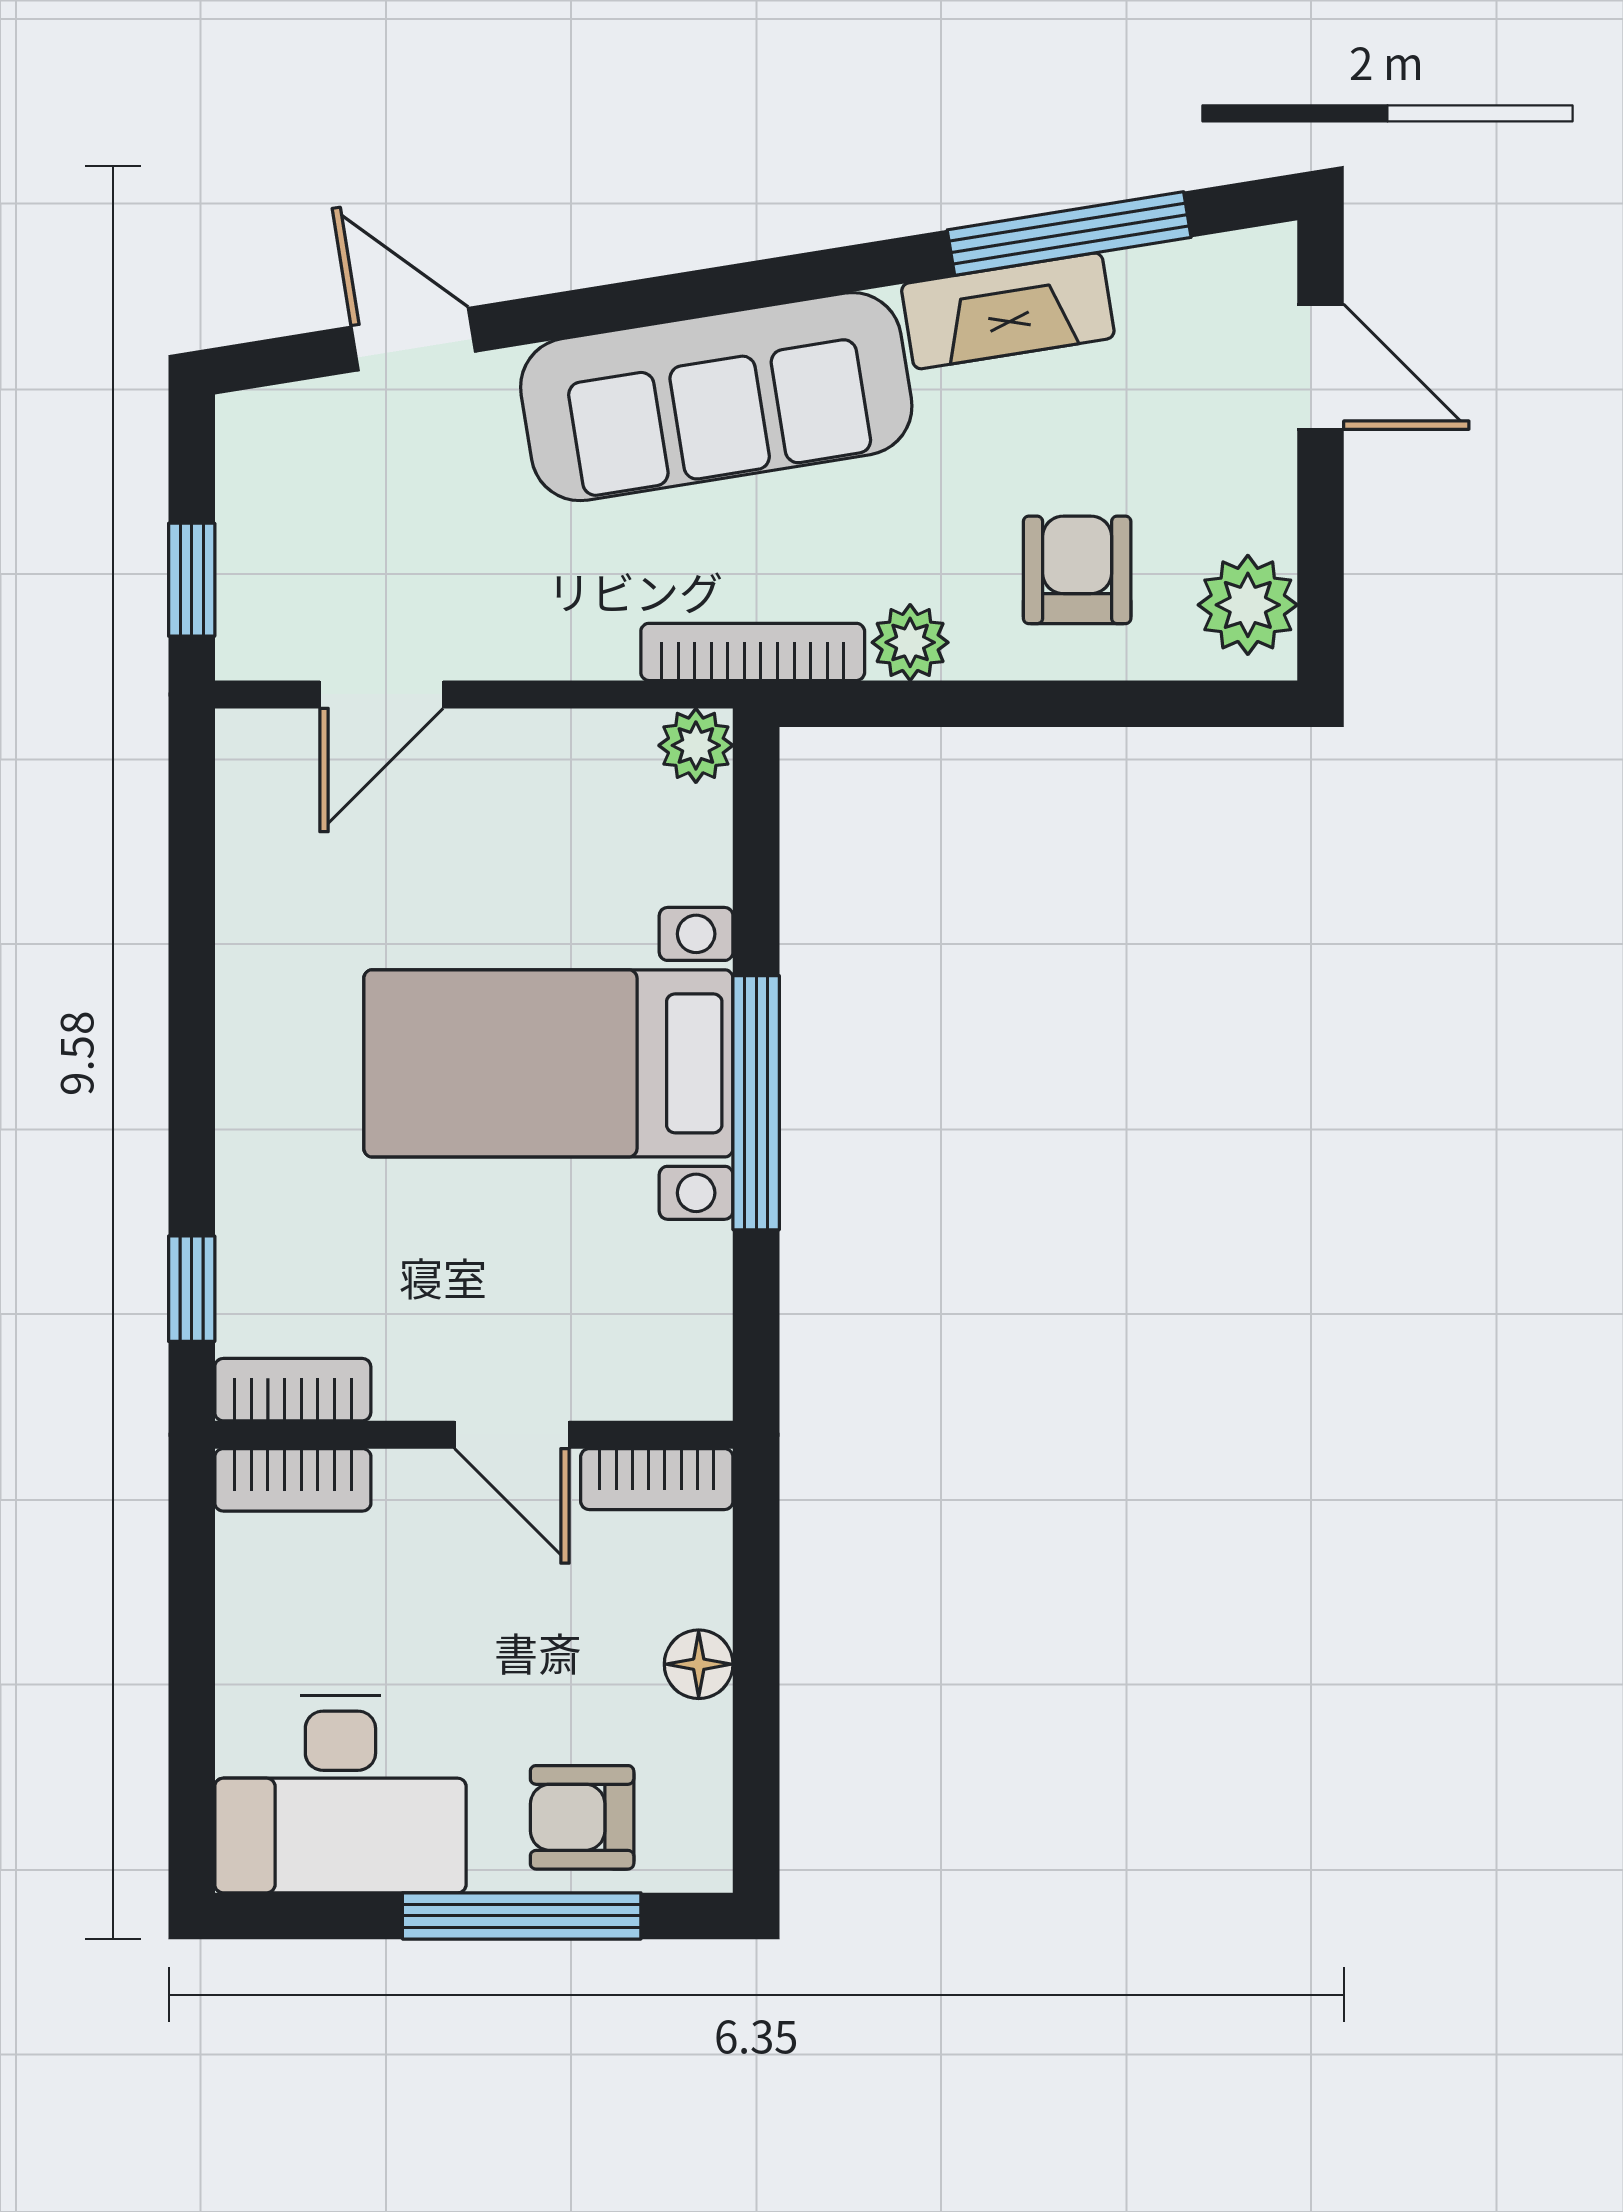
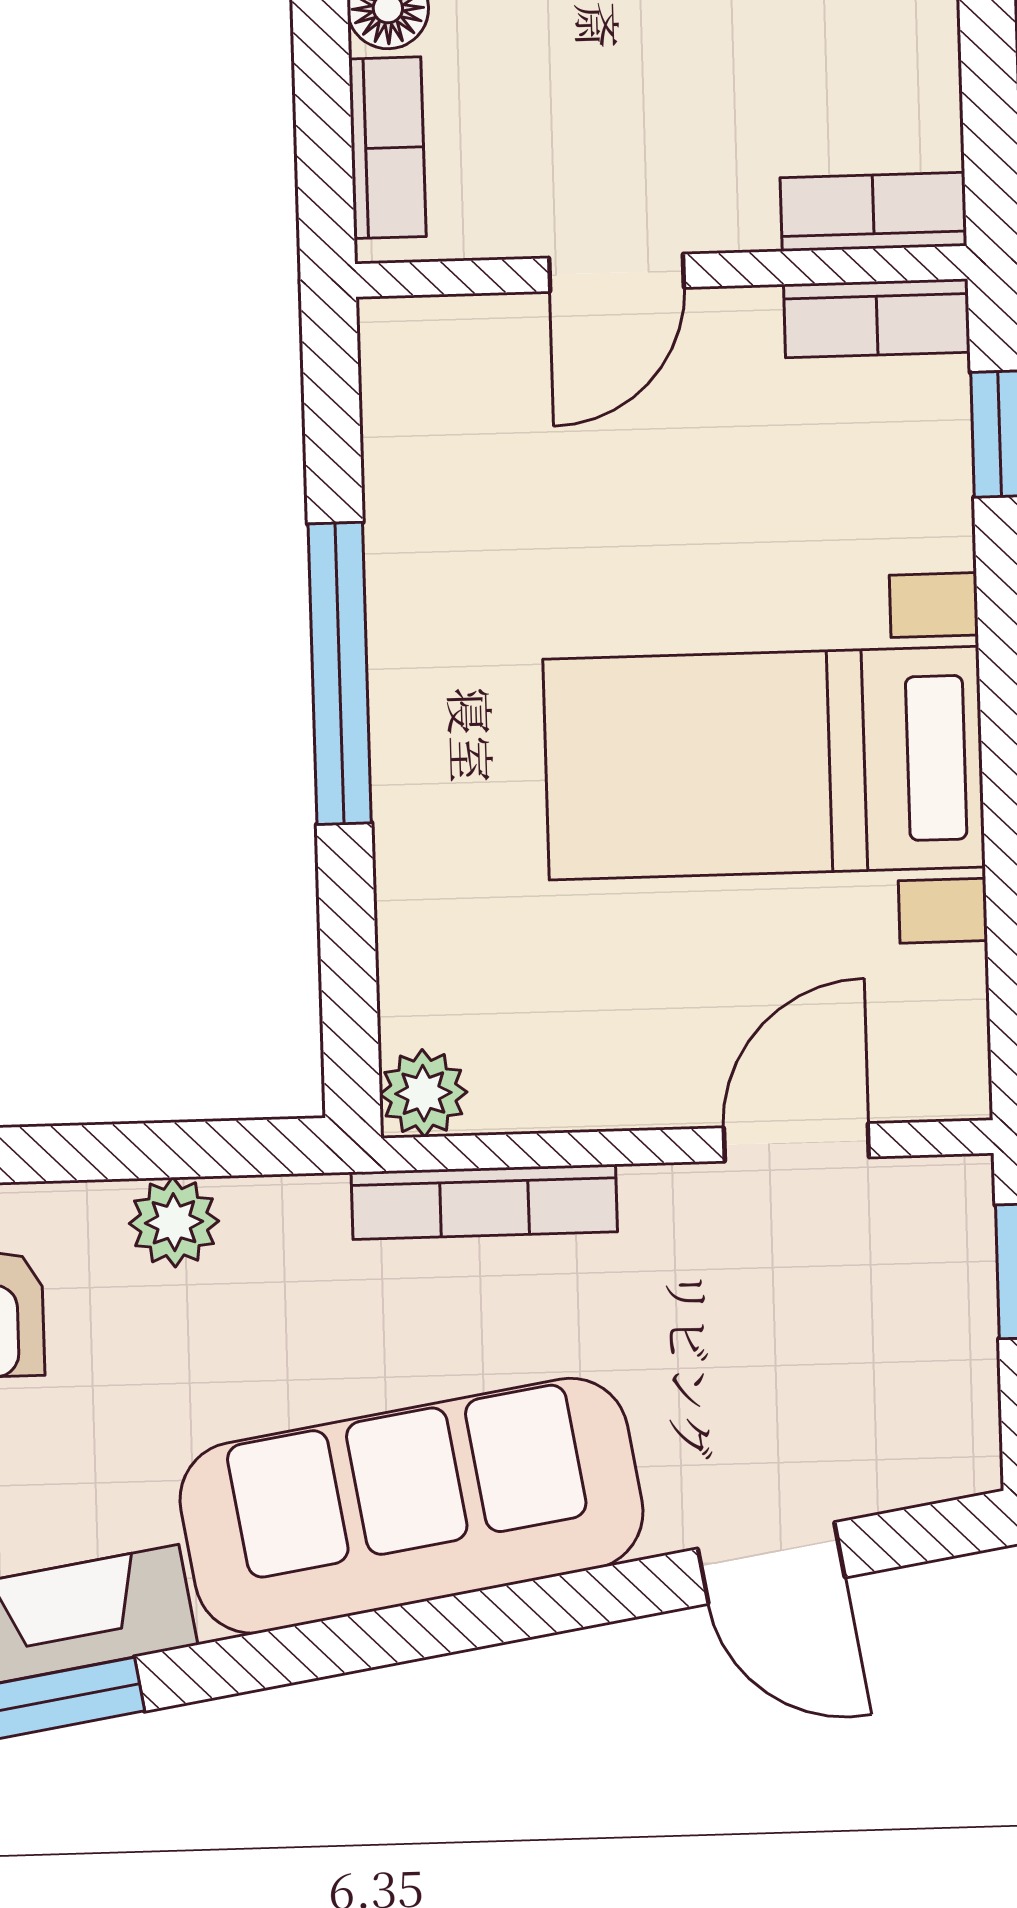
bookcase: (753, 652) -> (484, 1202), moved
bed with nightstands: (548, 1063) -> (764, 763), moved, turned 180
door: (512, 1435) -> (616, 273), swing flipped
bookcase: (657, 1479) -> (387, 148), moved, turned 90

